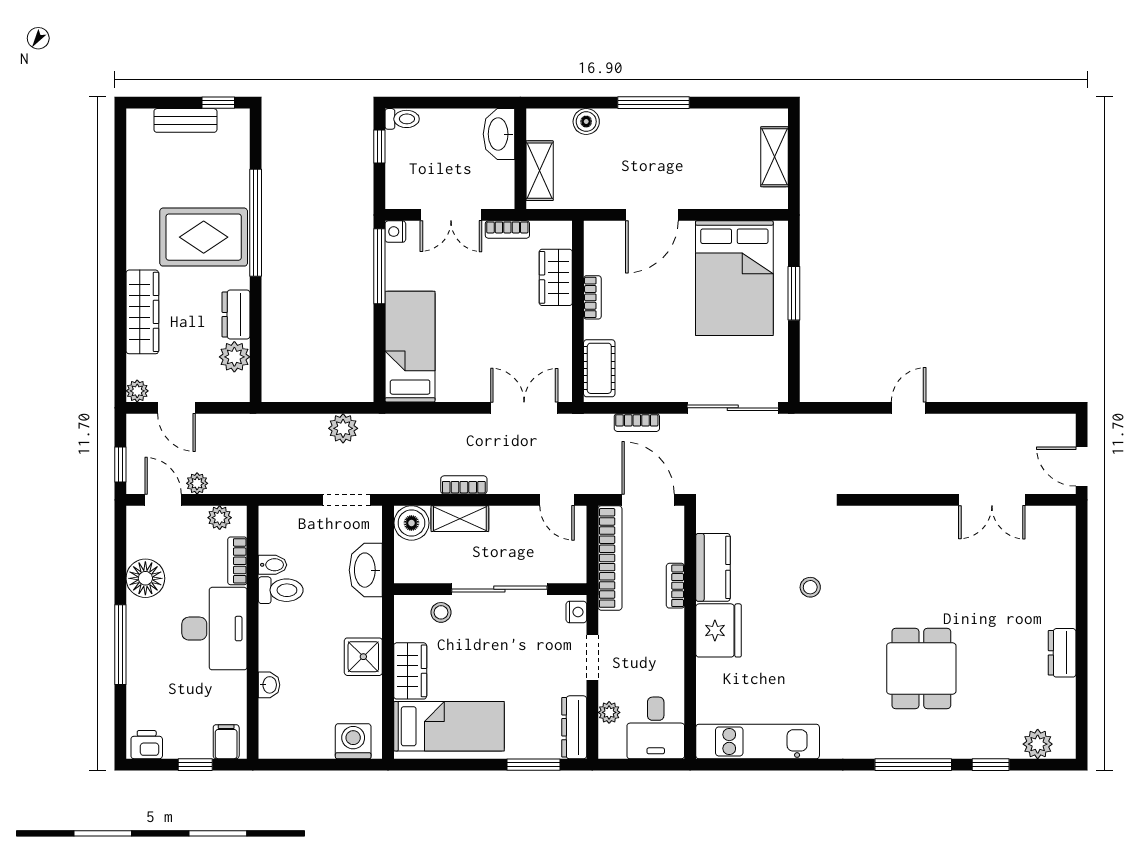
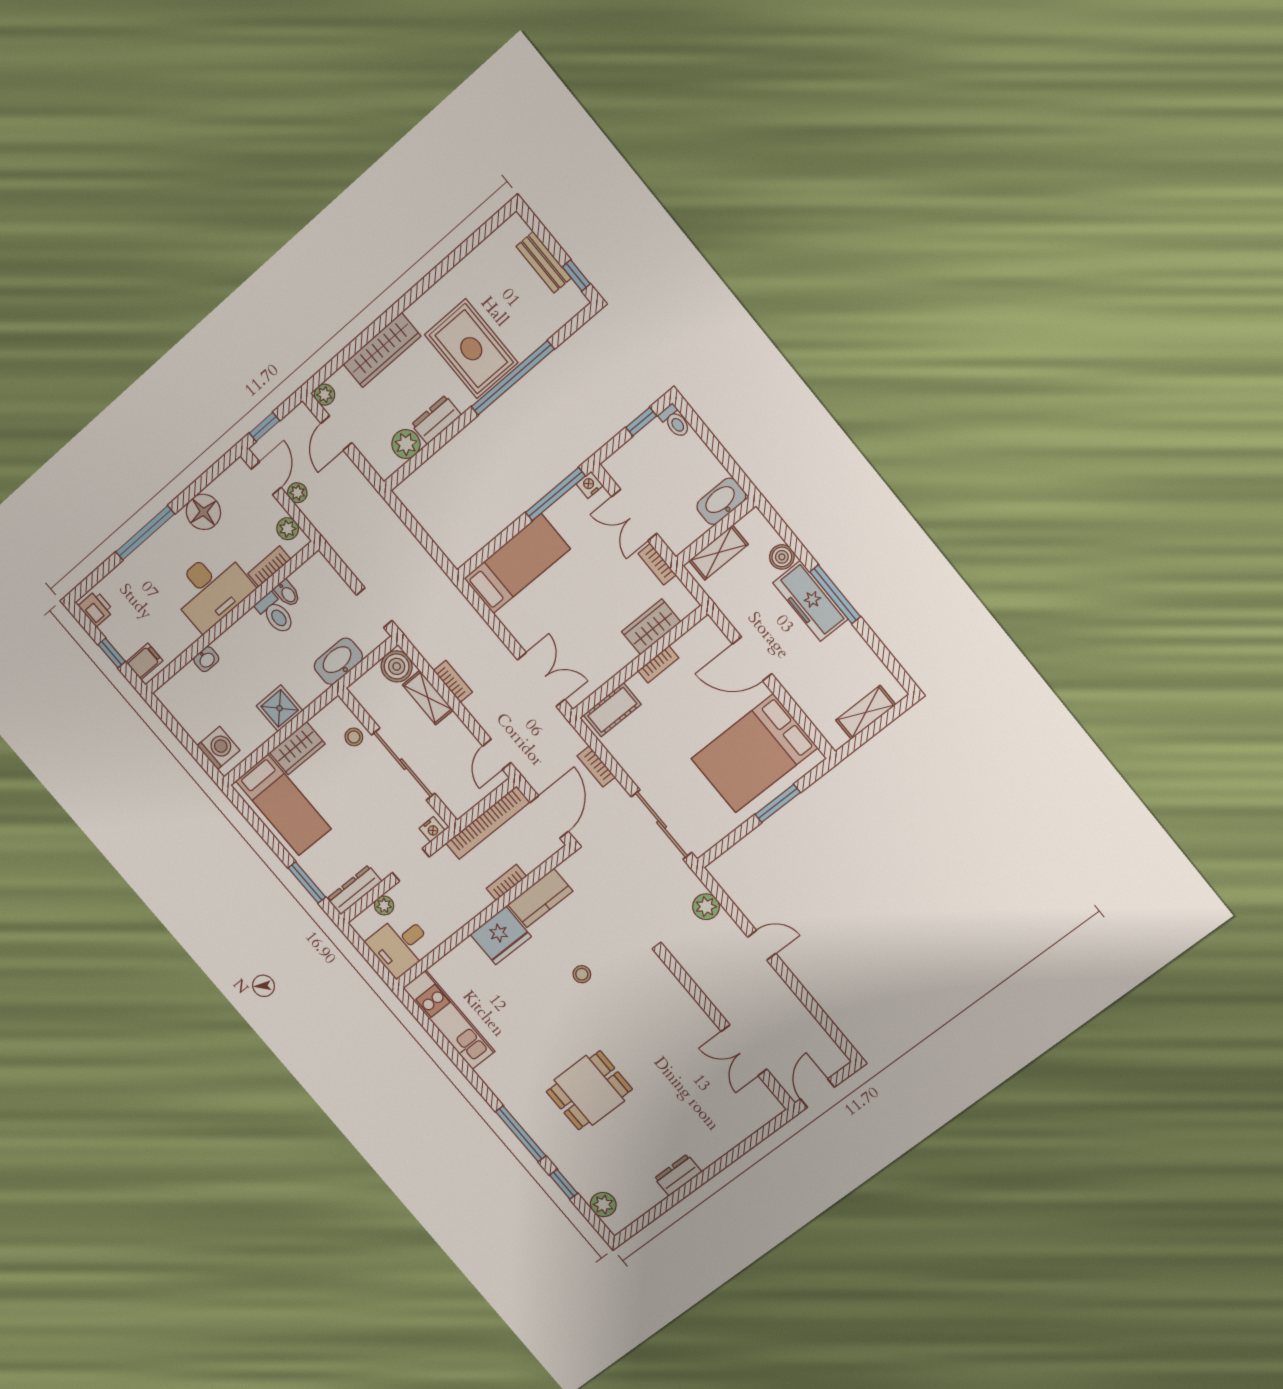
freezer: (642, 127) -> (810, 601), added
plant: (343, 428) -> (706, 907), moved

